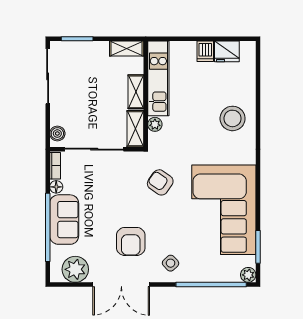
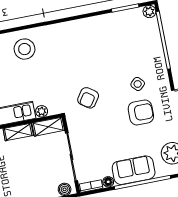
corner sofa: (224, 210) -> (100, 42), removed
side table: (171, 263) -> (138, 84), moved

